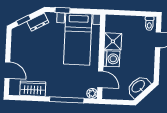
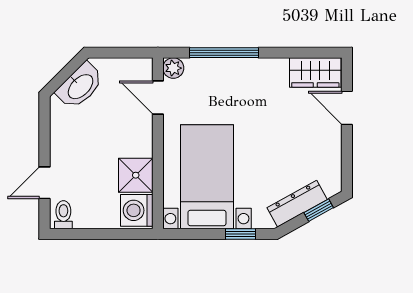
dresser: (38, 22) -> (297, 204), width x1.44
washing machine: (112, 59) -> (137, 210), moved
wardrobe: (33, 89) -> (315, 72), moved

